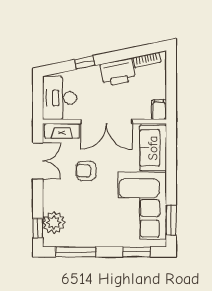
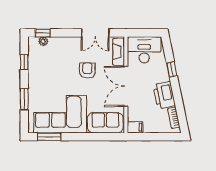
plant: (54, 222) -> (43, 41), width x0.53, depth x0.53
window: (76, 252) -> (24, 62), width x0.46
window: (137, 252) -> (24, 99), moved

